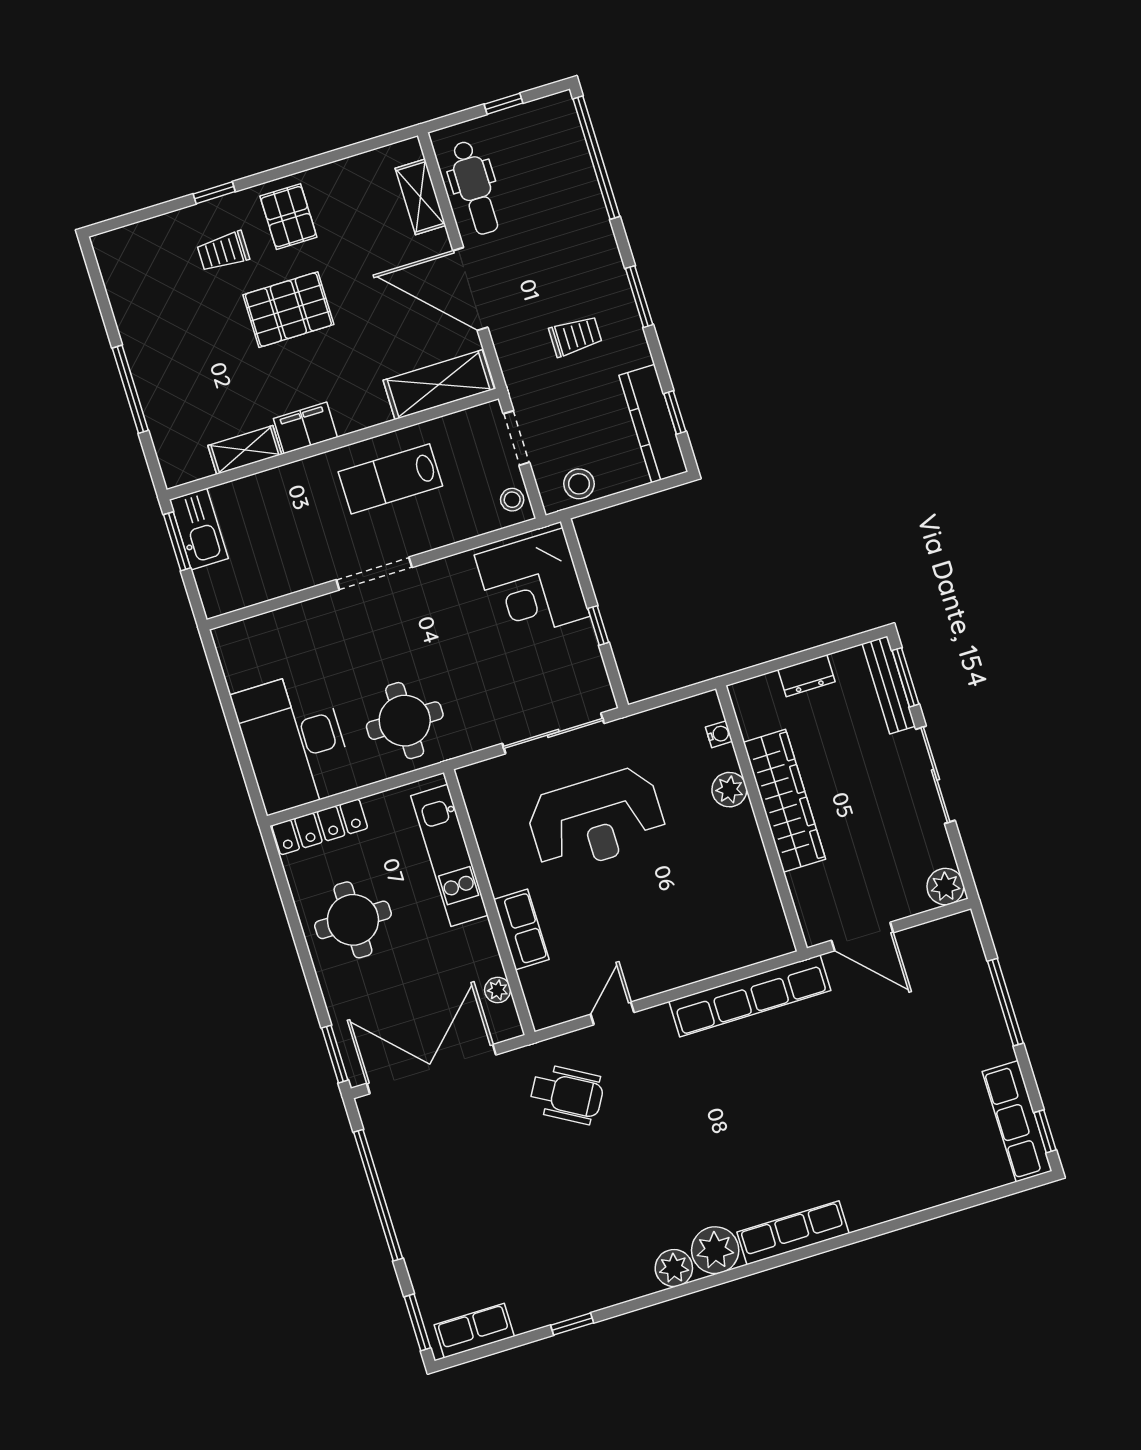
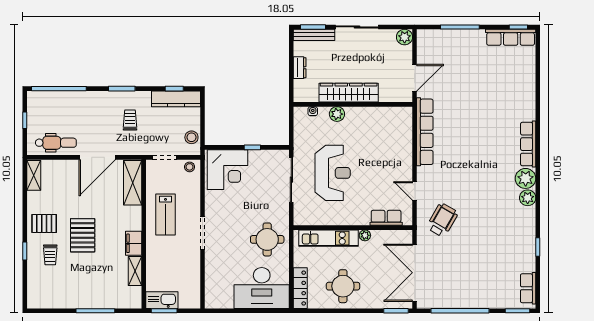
shelving: (420, 197) -> (34, 175), moved, turned 90
row of seats: (521, 930) -> (386, 218), moved
plant: (498, 990) -> (365, 235), moved

